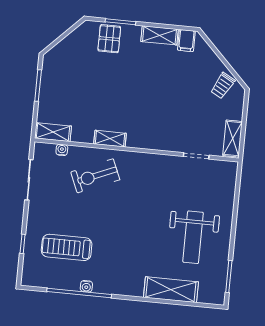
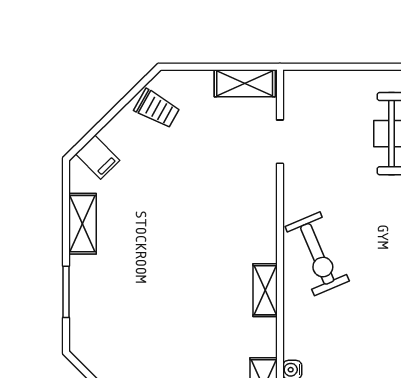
pallet: (109, 39) -> (96, 308), removed
filing cabinet: (186, 41) -> (98, 157), moved, turned 45
exercise bike: (95, 176) -> (317, 254), moved

